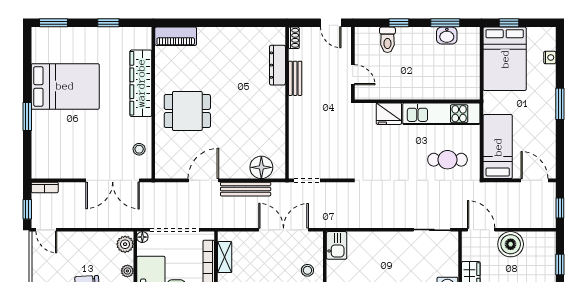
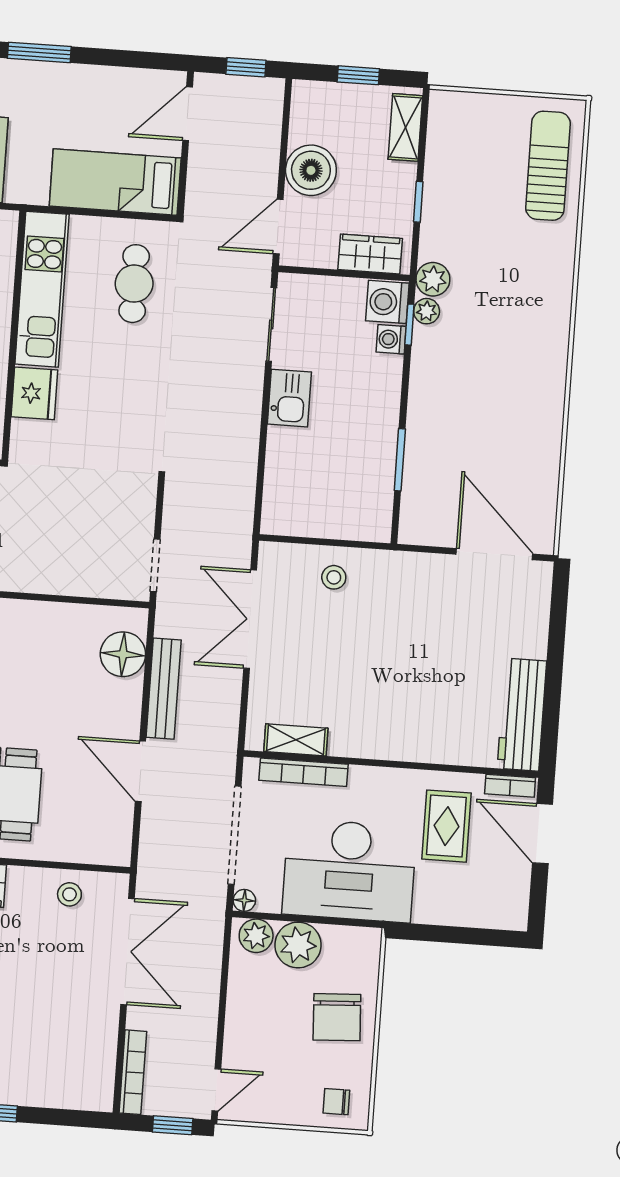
bookcase: (45, 187) -> (133, 1072), width x1.56
kitchen sink: (337, 245) -> (289, 398), moved, turned 90
plant: (127, 271) -> (298, 945), width x1.87, depth x1.87

